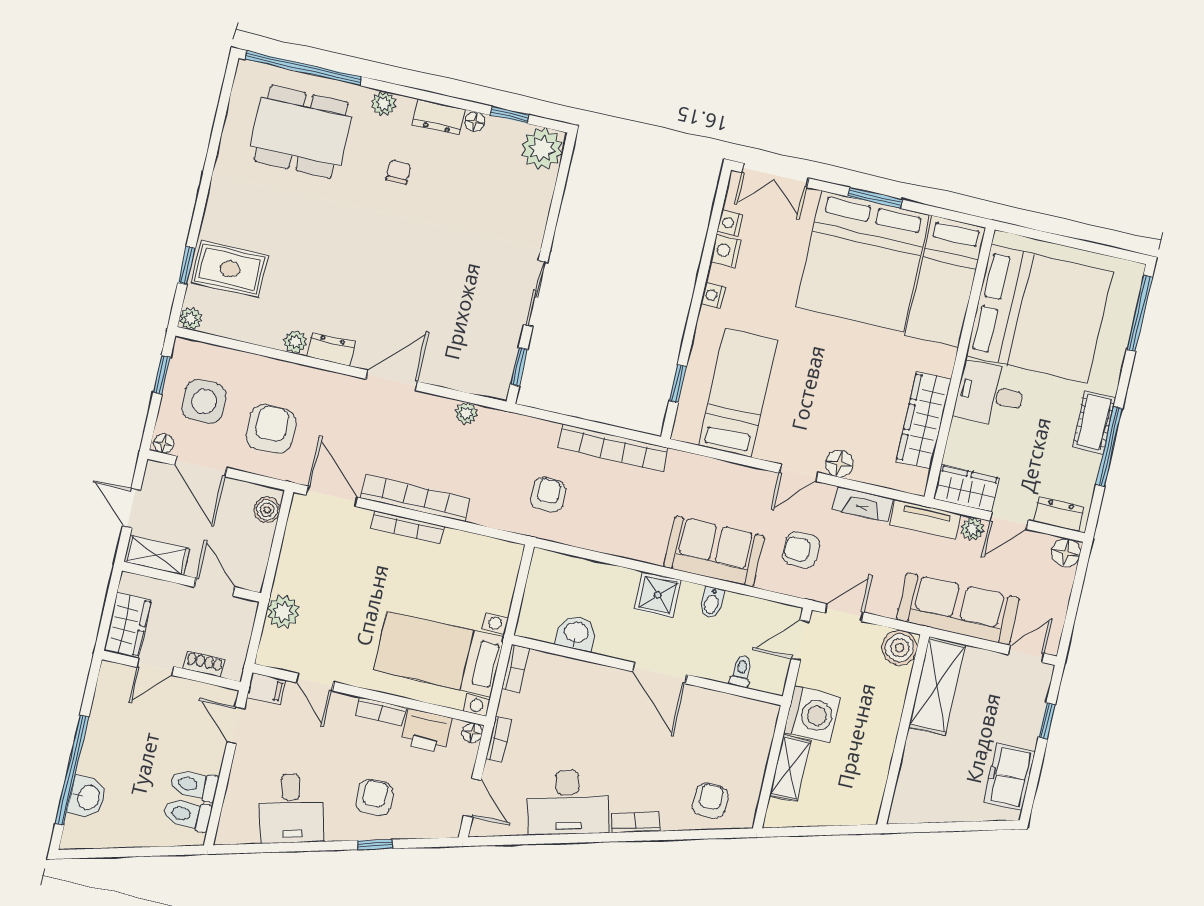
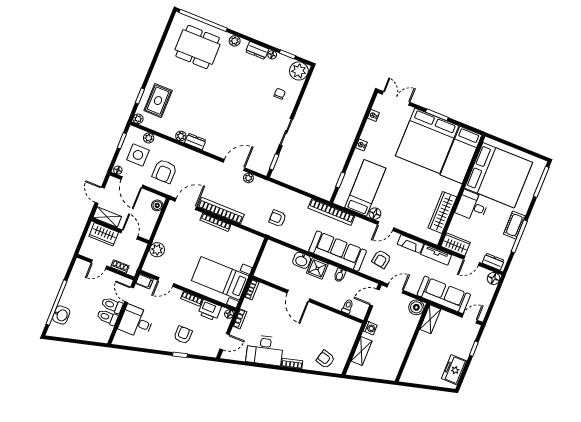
chair: (398, 172) -> (280, 94), moved
double door: (775, 175) -> (396, 98), swing flipped
nightstand: (726, 250) -> (370, 127), removed
rug: (230, 269) -> (158, 101), turned 90
door: (392, 380) -> (234, 165), moved
armchair: (271, 429) -> (164, 171), turned 180
bookcase: (613, 448) -> (331, 212), moved
floor lamp: (839, 464) -> (375, 214), moved
armchair: (548, 495) -> (278, 218), turned -90
door: (332, 496) -> (186, 204), hinge flipped
plant: (972, 529) -> (149, 138), moved
armchair: (801, 550) -> (381, 259), turned -81
sofa: (714, 551) -> (338, 251), width x1.36
wardrobe: (127, 625) -> (104, 234), moved, turned 90
washbasin: (576, 633) -> (302, 260), moved, turned 180
door: (660, 673) -> (298, 296), moved
door: (315, 682) -> (166, 282), hinge flipped
shelving: (937, 686) -> (430, 319), width x0.67, depth x0.75
washing machine: (812, 715) -> (370, 328), width x0.53, depth x0.53
door: (472, 798) -> (225, 342), hinge flipped
armchair: (710, 801) -> (325, 359), turned -75
desk: (291, 808) -> (136, 322), moved, turned 105
toilet: (187, 815) -> (112, 305), moved

